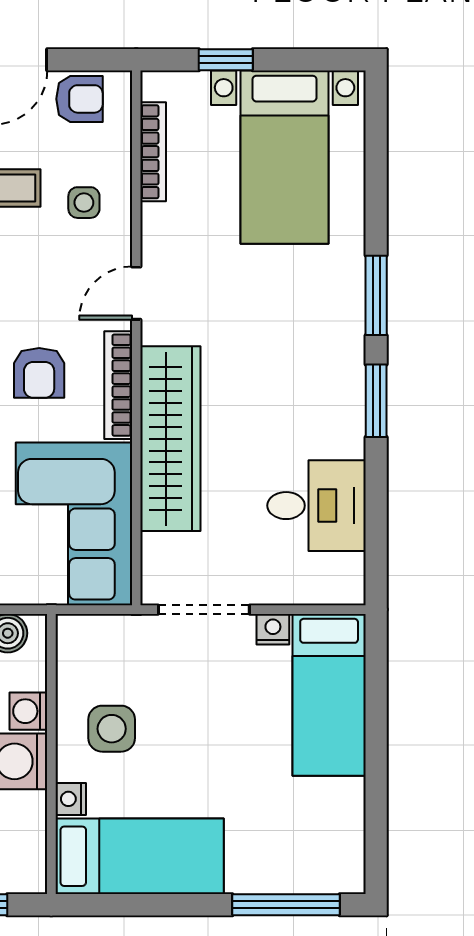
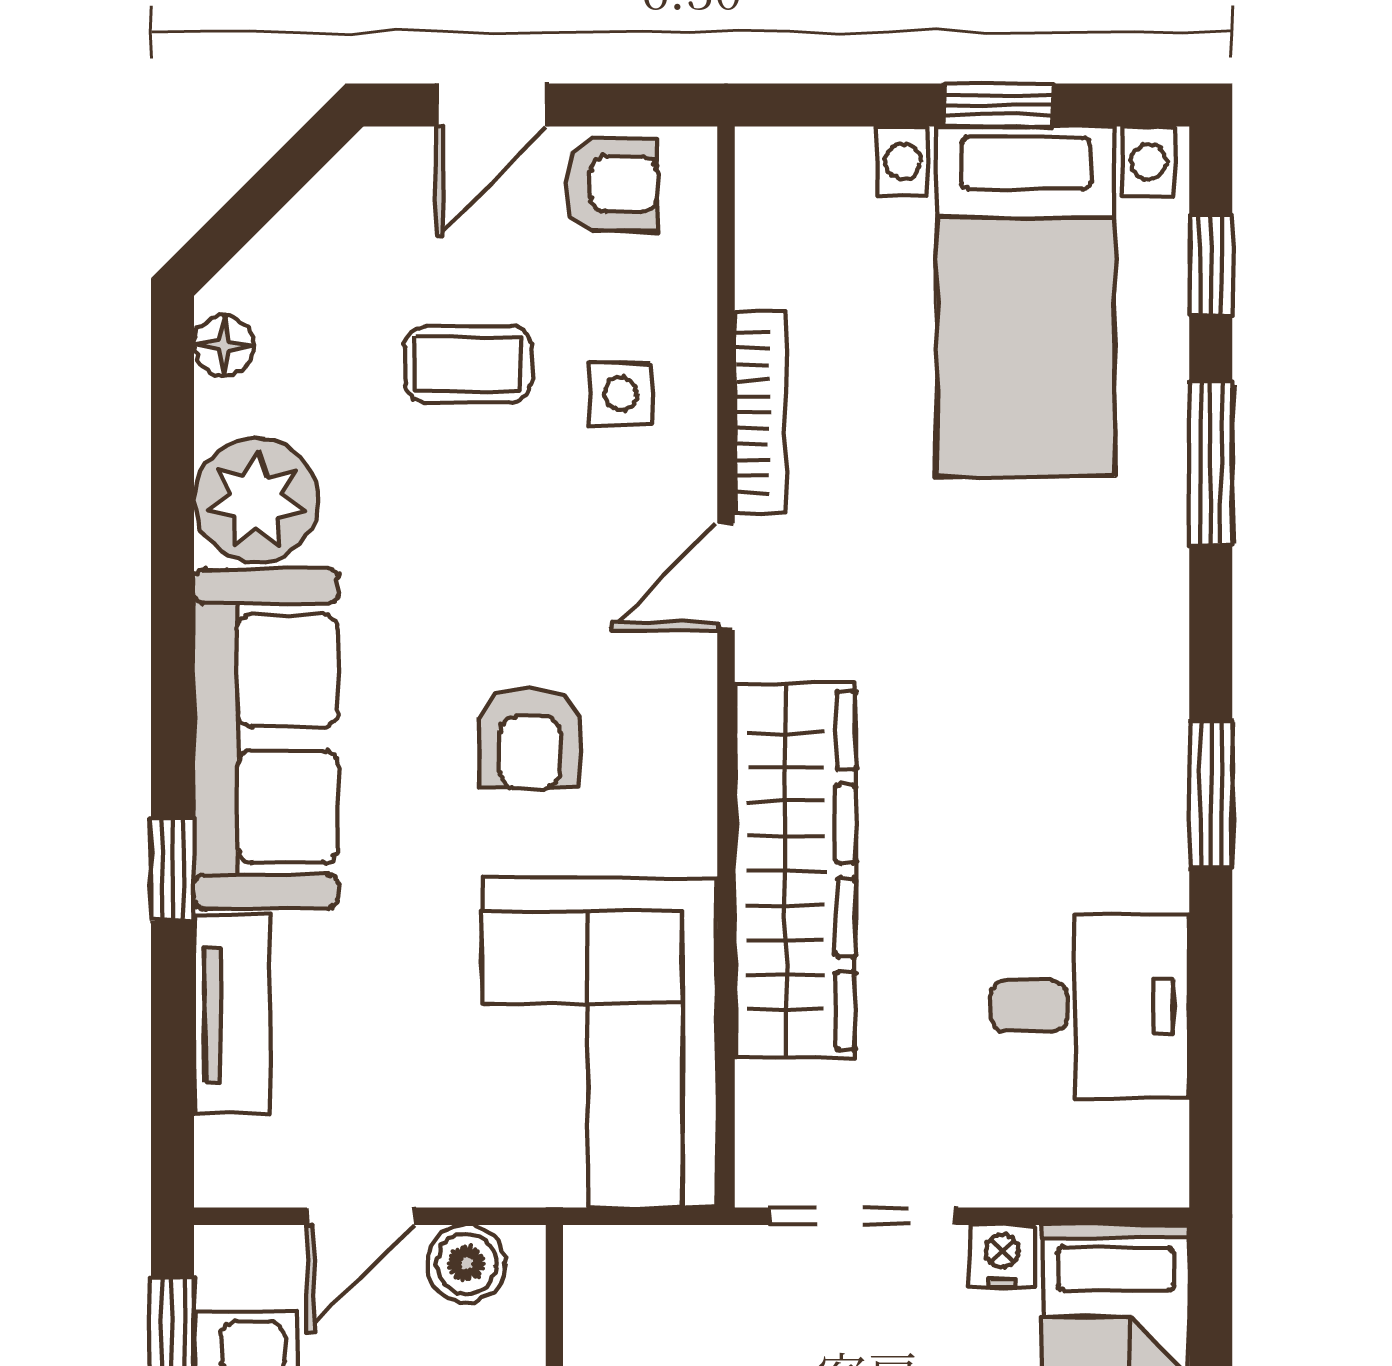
window: (226, 60) -> (999, 105), moved
window: (376, 139) -> (1211, 264), added
bookcase: (153, 152) -> (760, 412), moved
window: (376, 295) -> (1211, 463), moved
bookcase: (118, 385) -> (689, 763), removed

